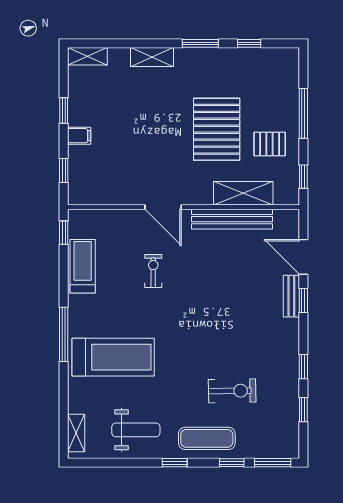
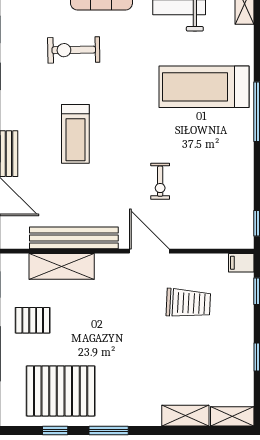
shelving: (152, 57) -> (185, 416), moved
pallet: (217, 129) -> (61, 391), moved, turned 90
filing cabinet: (79, 136) -> (241, 263), moved
trolley: (127, 160) -> (188, 303), added
treadmill: (83, 266) -> (75, 134), moved

